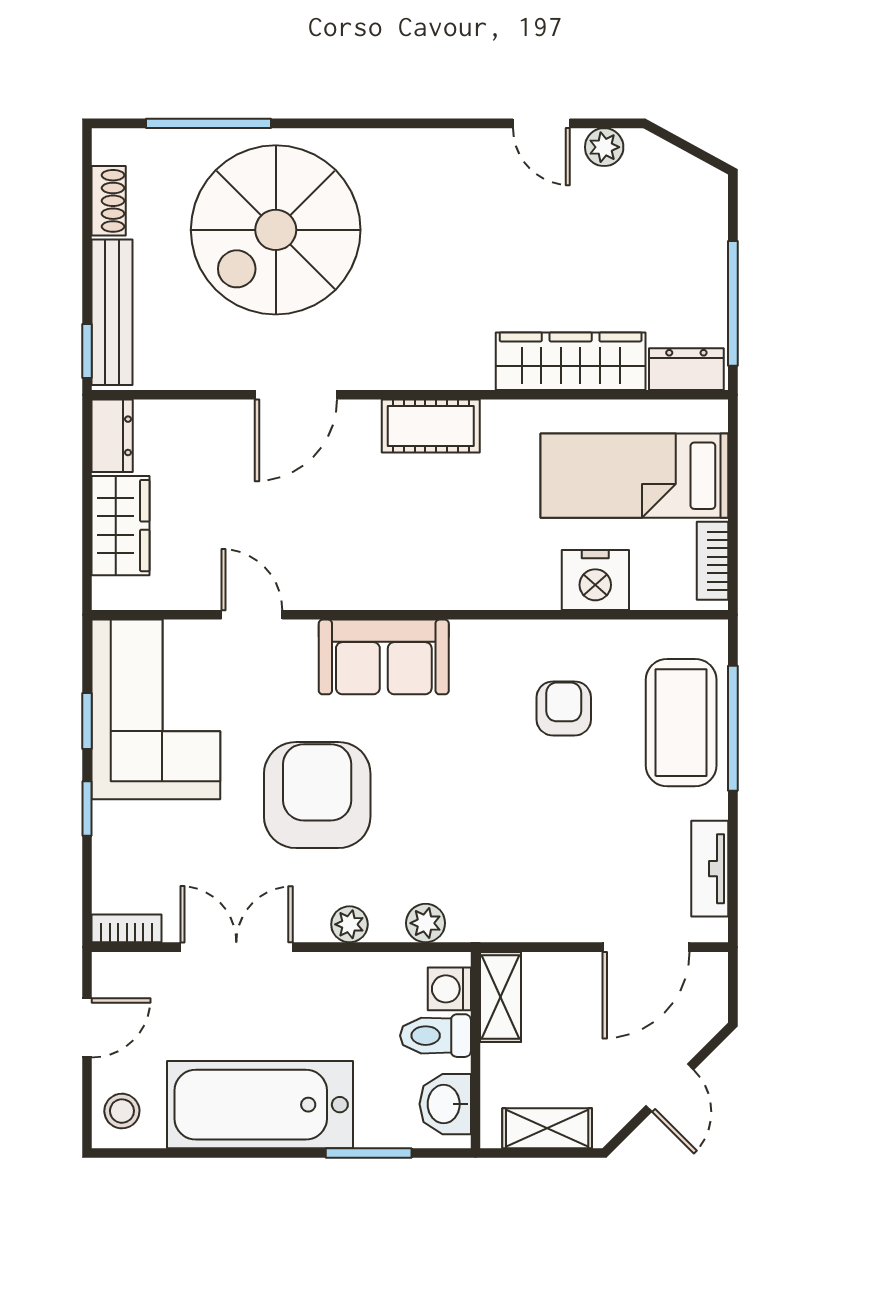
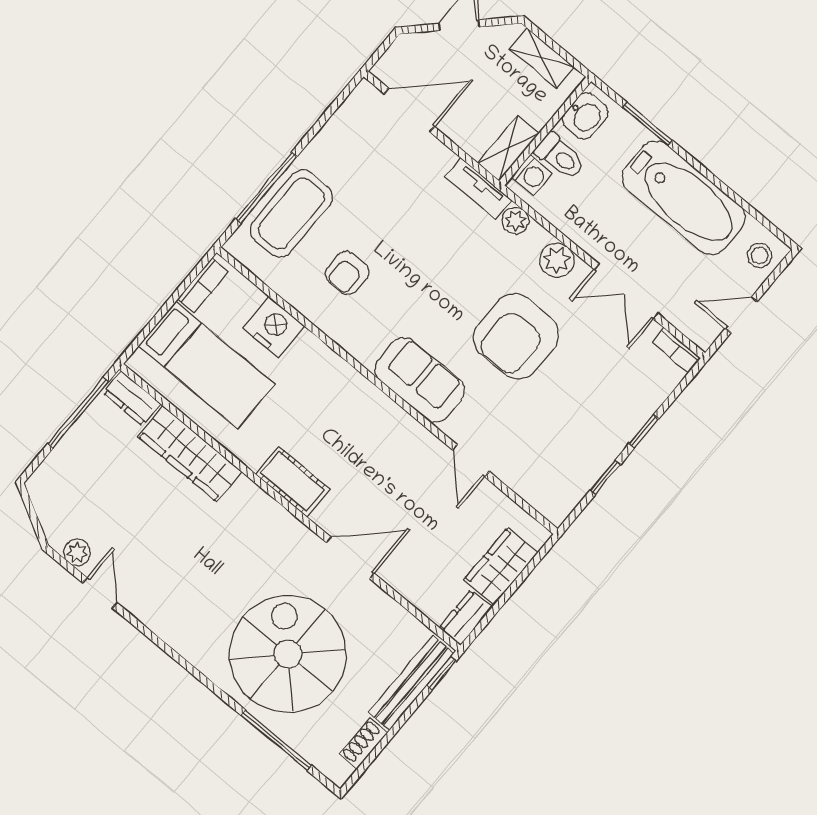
spiral stairs: (276, 230) -> (288, 654), turned -90
corner sofa: (156, 709) -> (564, 453), removed
tv unit: (710, 869) -> (478, 188), moved, turned 90
plant: (349, 924) -> (557, 260), width x1.38, depth x1.38

